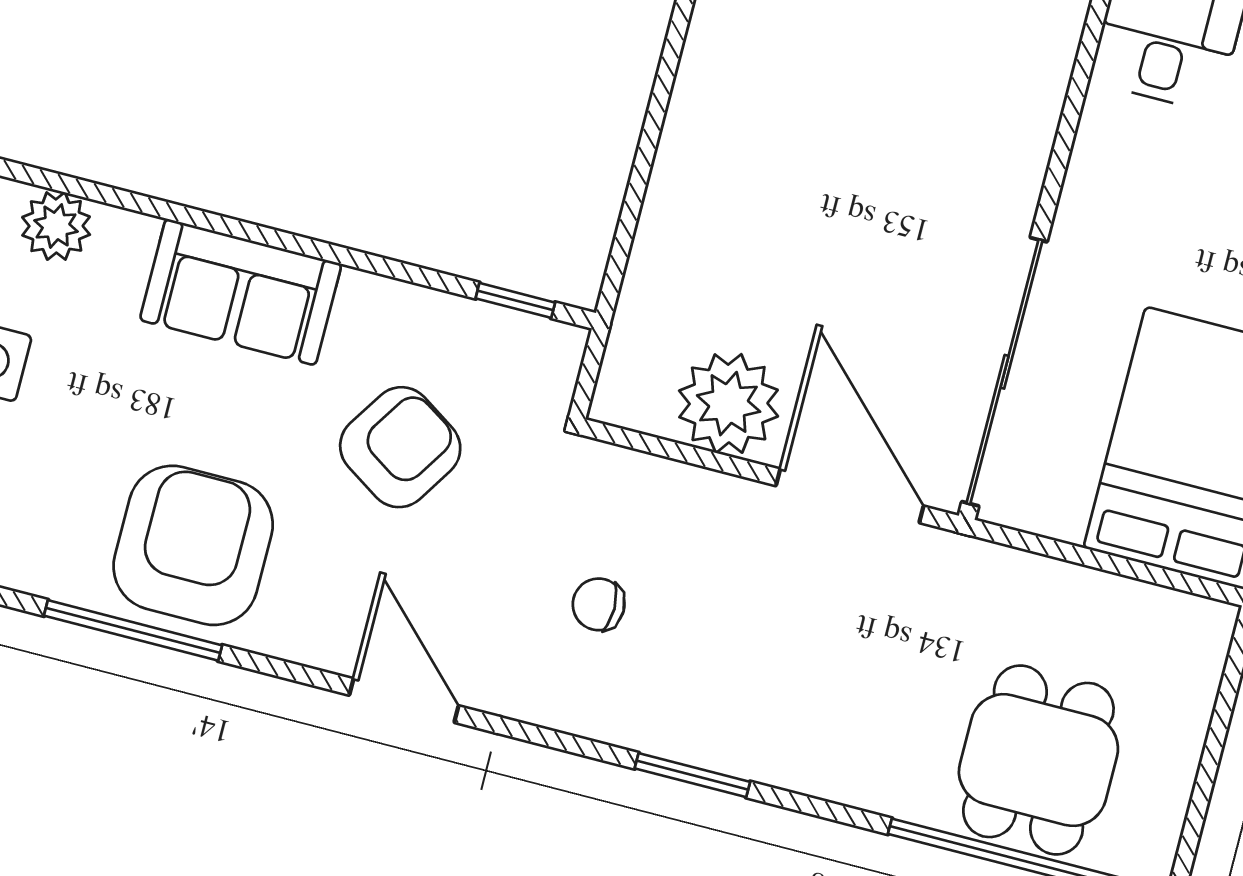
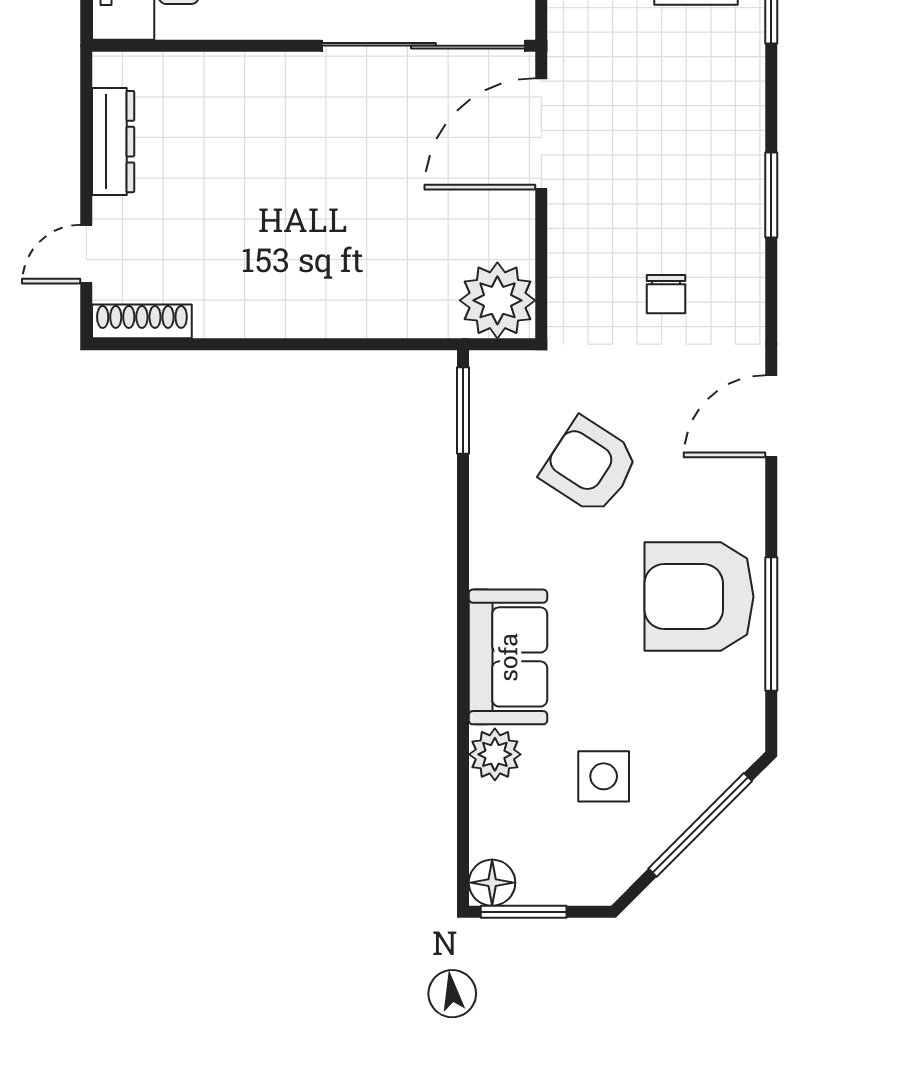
sofa: (241, 292) -> (508, 657), moved
window: (515, 300) -> (463, 410), width x1.50
plant: (729, 404) -> (497, 300), moved

